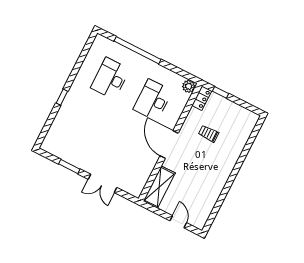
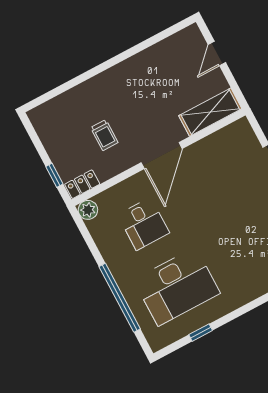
desk: (110, 78) -> (177, 287), width x1.36, depth x1.30
window: (62, 97) -> (201, 333), moved
desk: (153, 100) -> (144, 224), width x0.73

